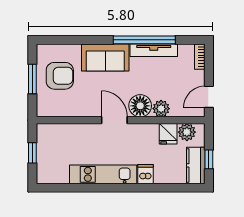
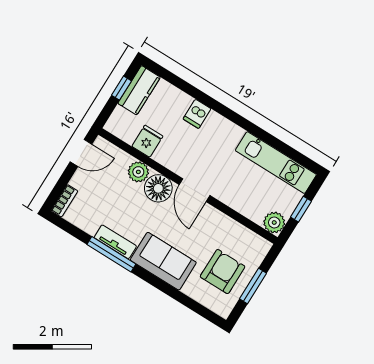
window: (144, 40) -> (111, 254), width x0.68
tv unit: (154, 50) -> (115, 242), width x0.71
armchair: (60, 76) -> (223, 272), turned 90
plant: (187, 132) -> (274, 223), moved
kitchen unit: (103, 174) -> (276, 163), moved

